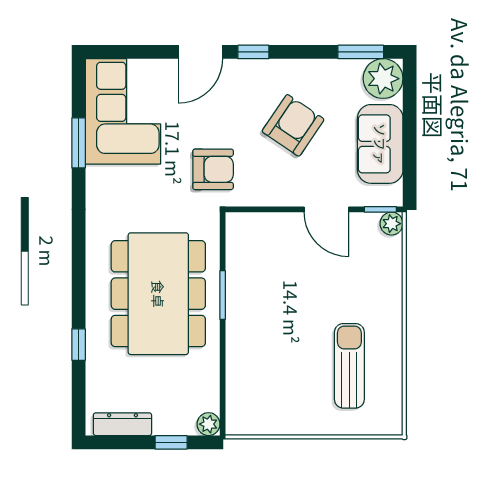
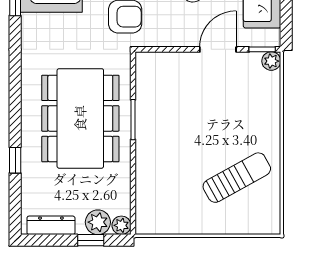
door: (326, 209) -> (218, 49), swing flipped
sun lounger: (349, 366) -> (237, 178), turned 61
plant: (180, 420) -> (98, 222), added

